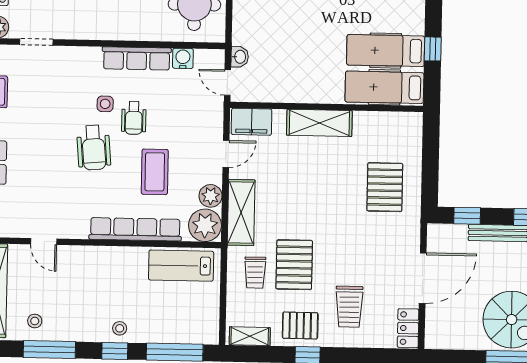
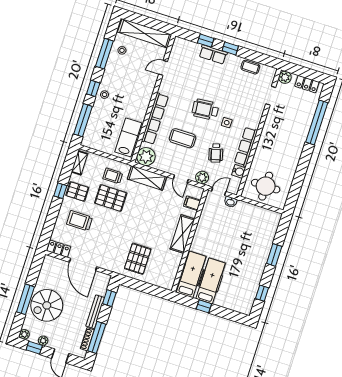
wheelchair: (134, 118) -> (216, 153), moved, turned -105
filing cabinet: (252, 122) -> (192, 203), width x0.50
pallet: (385, 187) -> (138, 259), turned 90
plant: (211, 196) -> (202, 178), moved
pallet: (300, 325) -> (77, 191), turned 90

